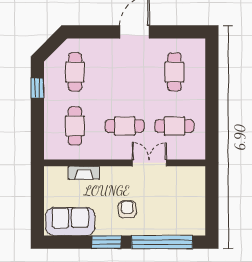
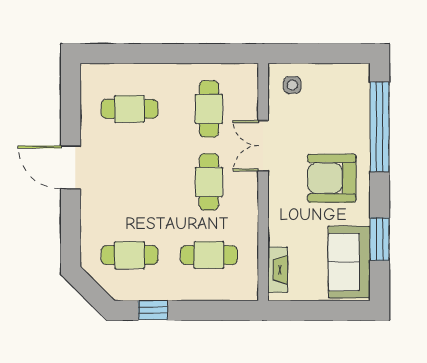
fireplace: (84, 173) -> (278, 270), moved
side table: (191, 183) -> (292, 85), added
armchair: (127, 210) -> (332, 178), width x1.88, depth x1.88
window: (107, 242) -> (380, 239), moved

